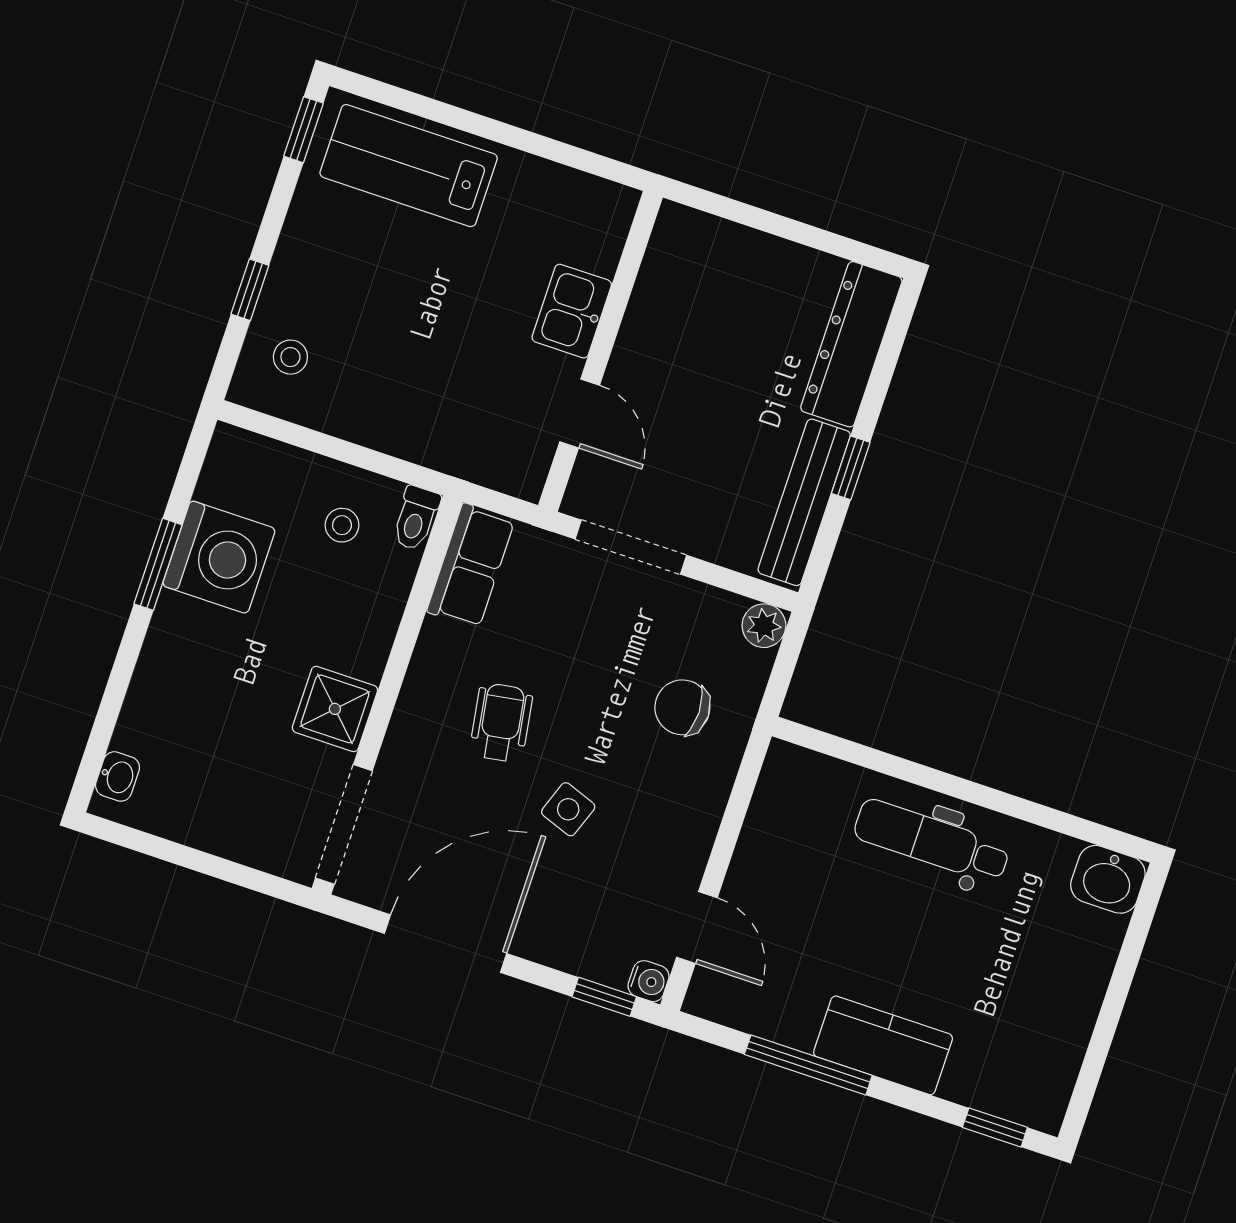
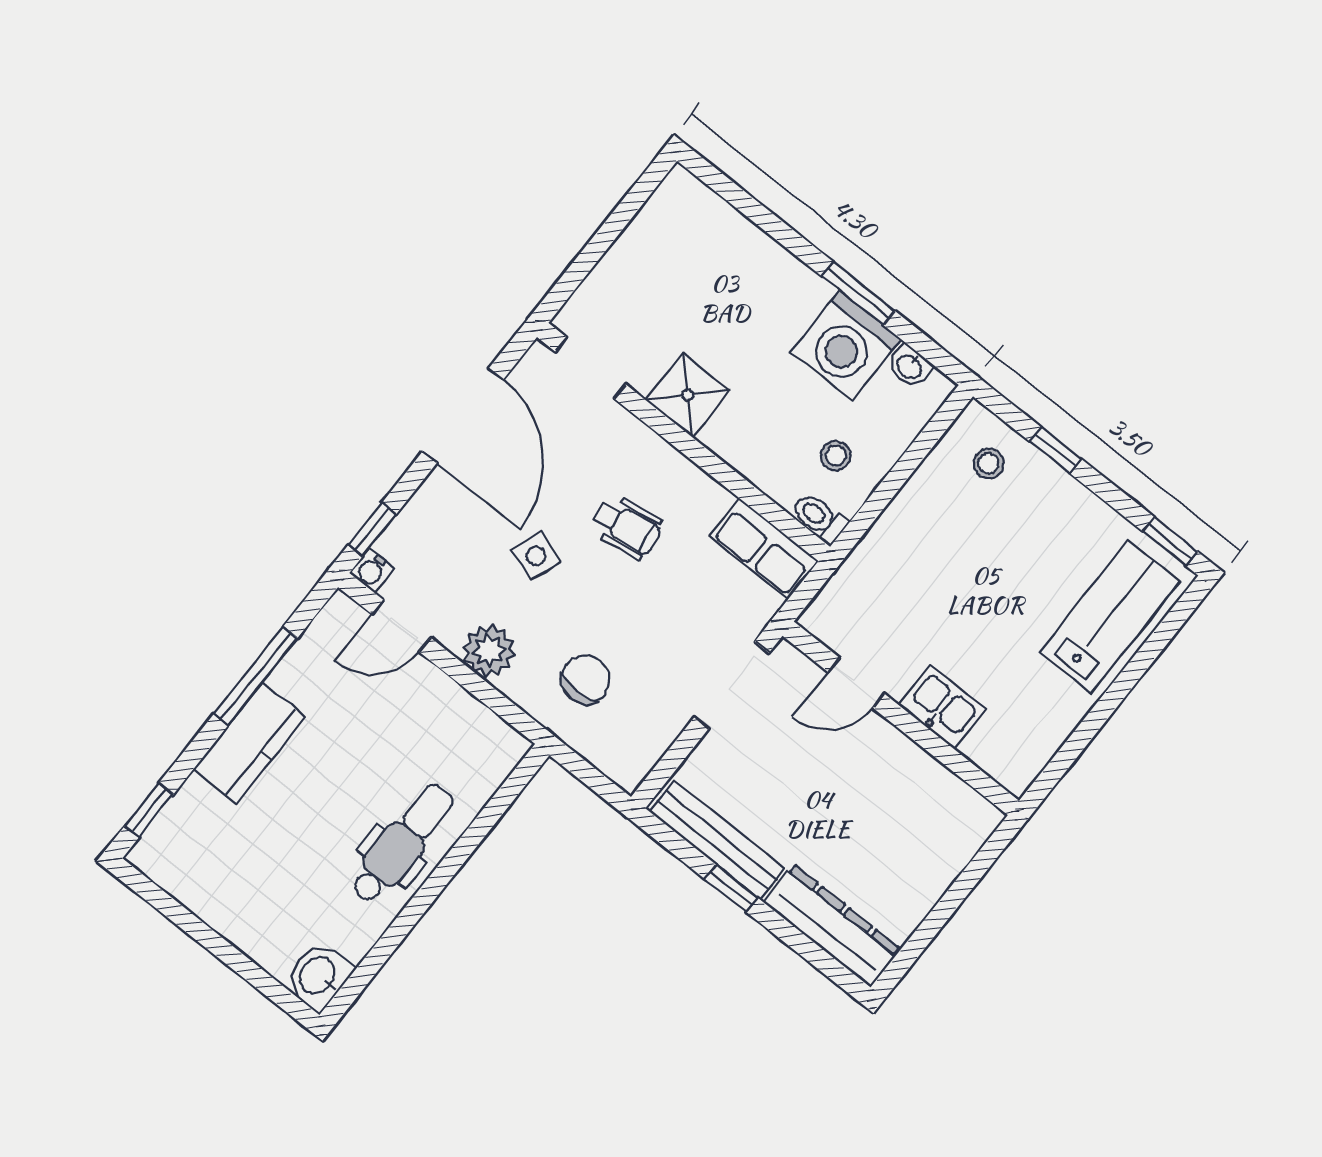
plant: (764, 626) -> (489, 651), moved, width x1.38, depth x1.38
washbasin: (118, 776) -> (910, 366), moved
doorway: (344, 824) -> (591, 368), width x0.73

